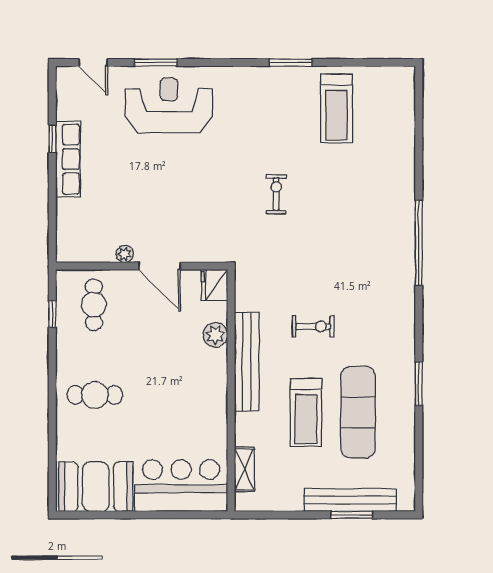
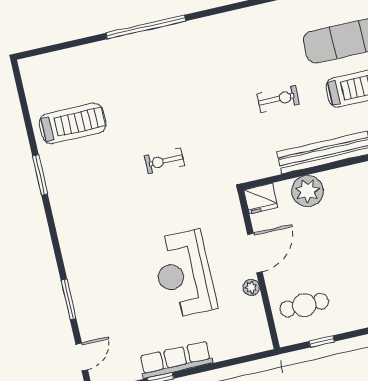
reception desk: (169, 105) -> (184, 274), moved
window: (419, 243) -> (146, 27), moved
exercise bike: (313, 326) -> (278, 99), turned 90
plant: (215, 335) -> (307, 191), width x1.36, depth x1.36

